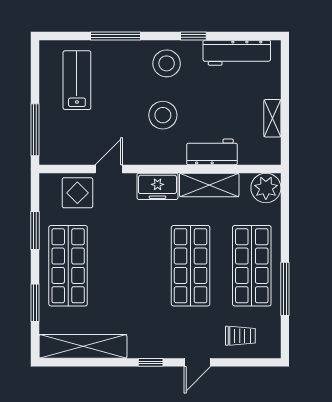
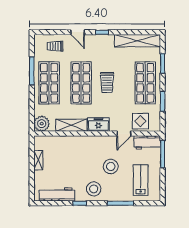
lab bench: (77, 80) -> (141, 180), turned 180
stool: (163, 115) -> (111, 166), moved
workbench: (212, 152) -> (147, 142), moved
trolley: (141, 267) -> (107, 82), added
door: (197, 362) -> (78, 32), swing flipped

